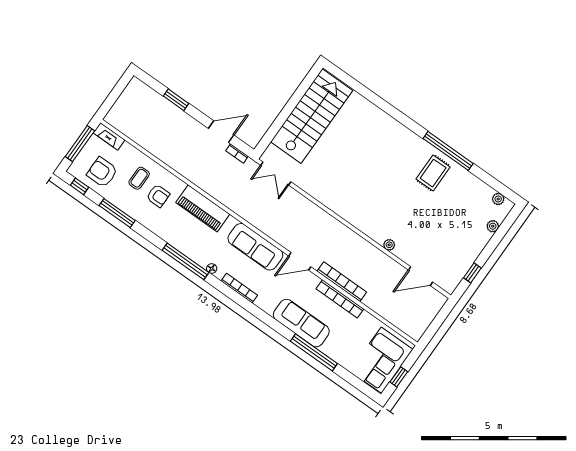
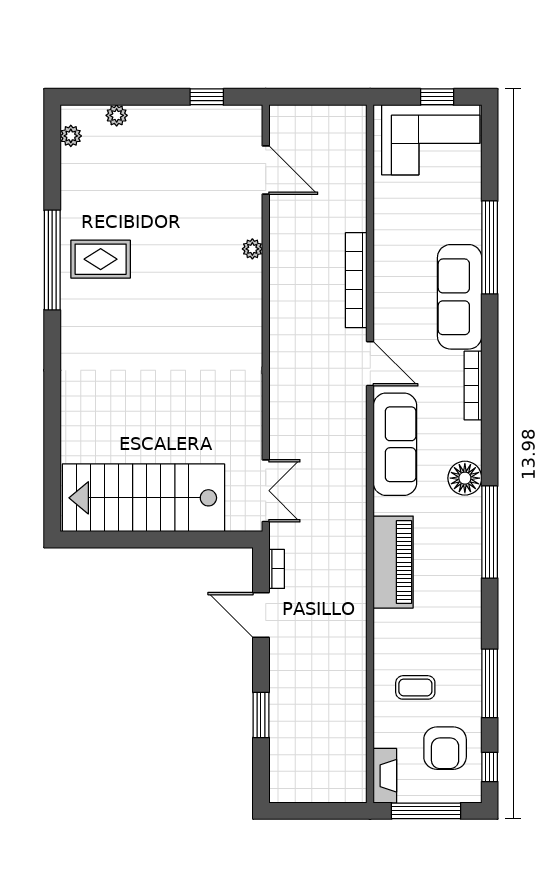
armchair: (158, 196) -> (421, 641), removed
floor lamp: (212, 269) -> (465, 478), width x1.89, depth x1.89
bookcase: (239, 288) -> (473, 386), moved
bookcase: (340, 299) -> (384, 265), removed

